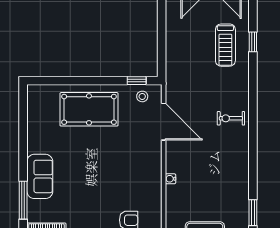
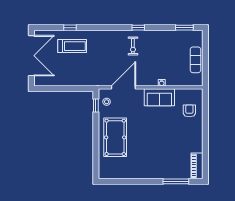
exercise bike: (231, 118) -> (133, 46), moved
window: (253, 144) -> (138, 28), added
sofa: (40, 176) -> (159, 97), moved, turned 180

